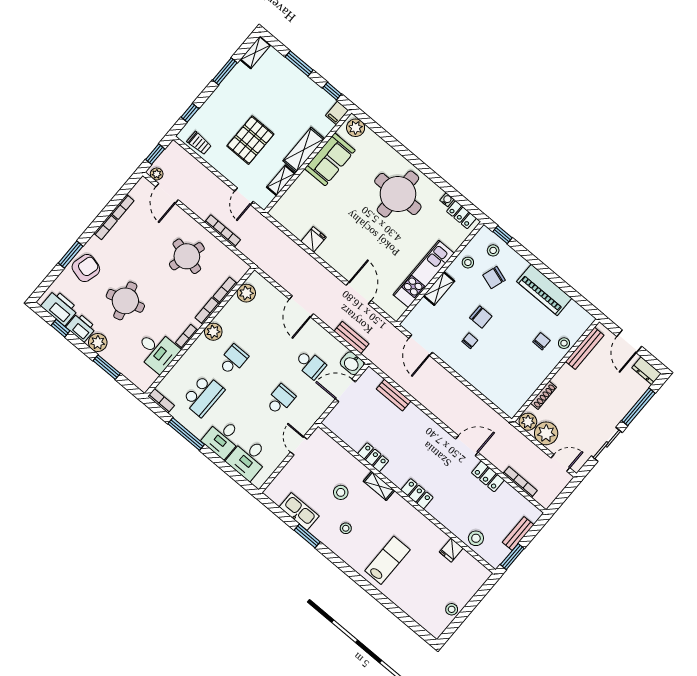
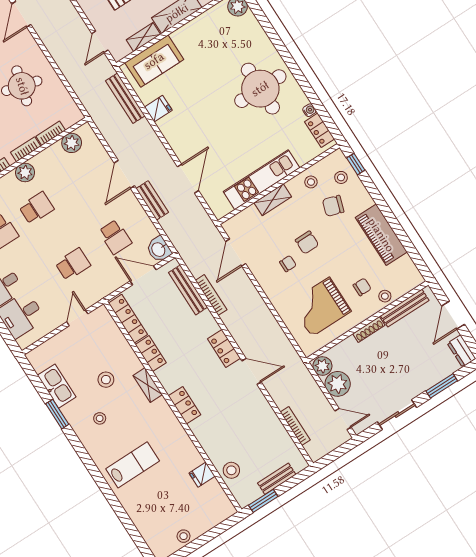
sofa: (330, 159) -> (154, 61), moved
bookcase: (223, 231) -> (211, 295), moved
bench: (282, 239) -> (125, 98), added
bench: (352, 337) -> (152, 200), moved
grand piano: (510, 370) -> (320, 307), added
bench: (394, 395) -> (188, 290), width x1.36
shoe rack: (543, 395) -> (369, 329), moved
window: (638, 407) -> (442, 386), width x0.69
locker: (344, 433) -> (128, 319), added
locker: (488, 476) -> (224, 349), moved

